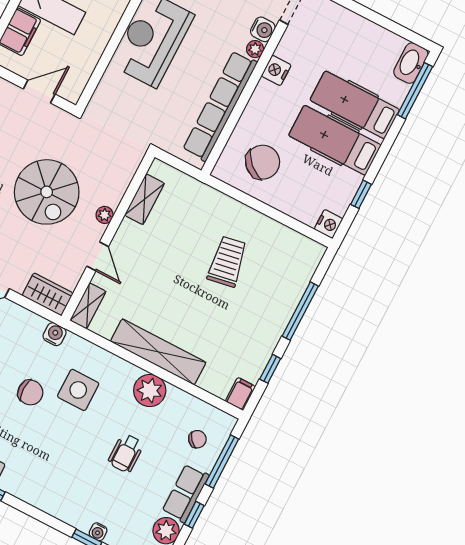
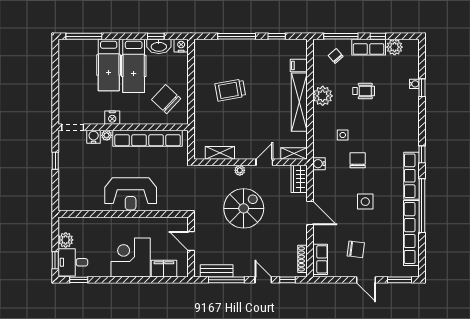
washbasin: (411, 63) -> (159, 46), moved
side table: (78, 390) -> (343, 135), width x0.54, depth x0.54
filing cabinet: (240, 394) -> (299, 66), moved

